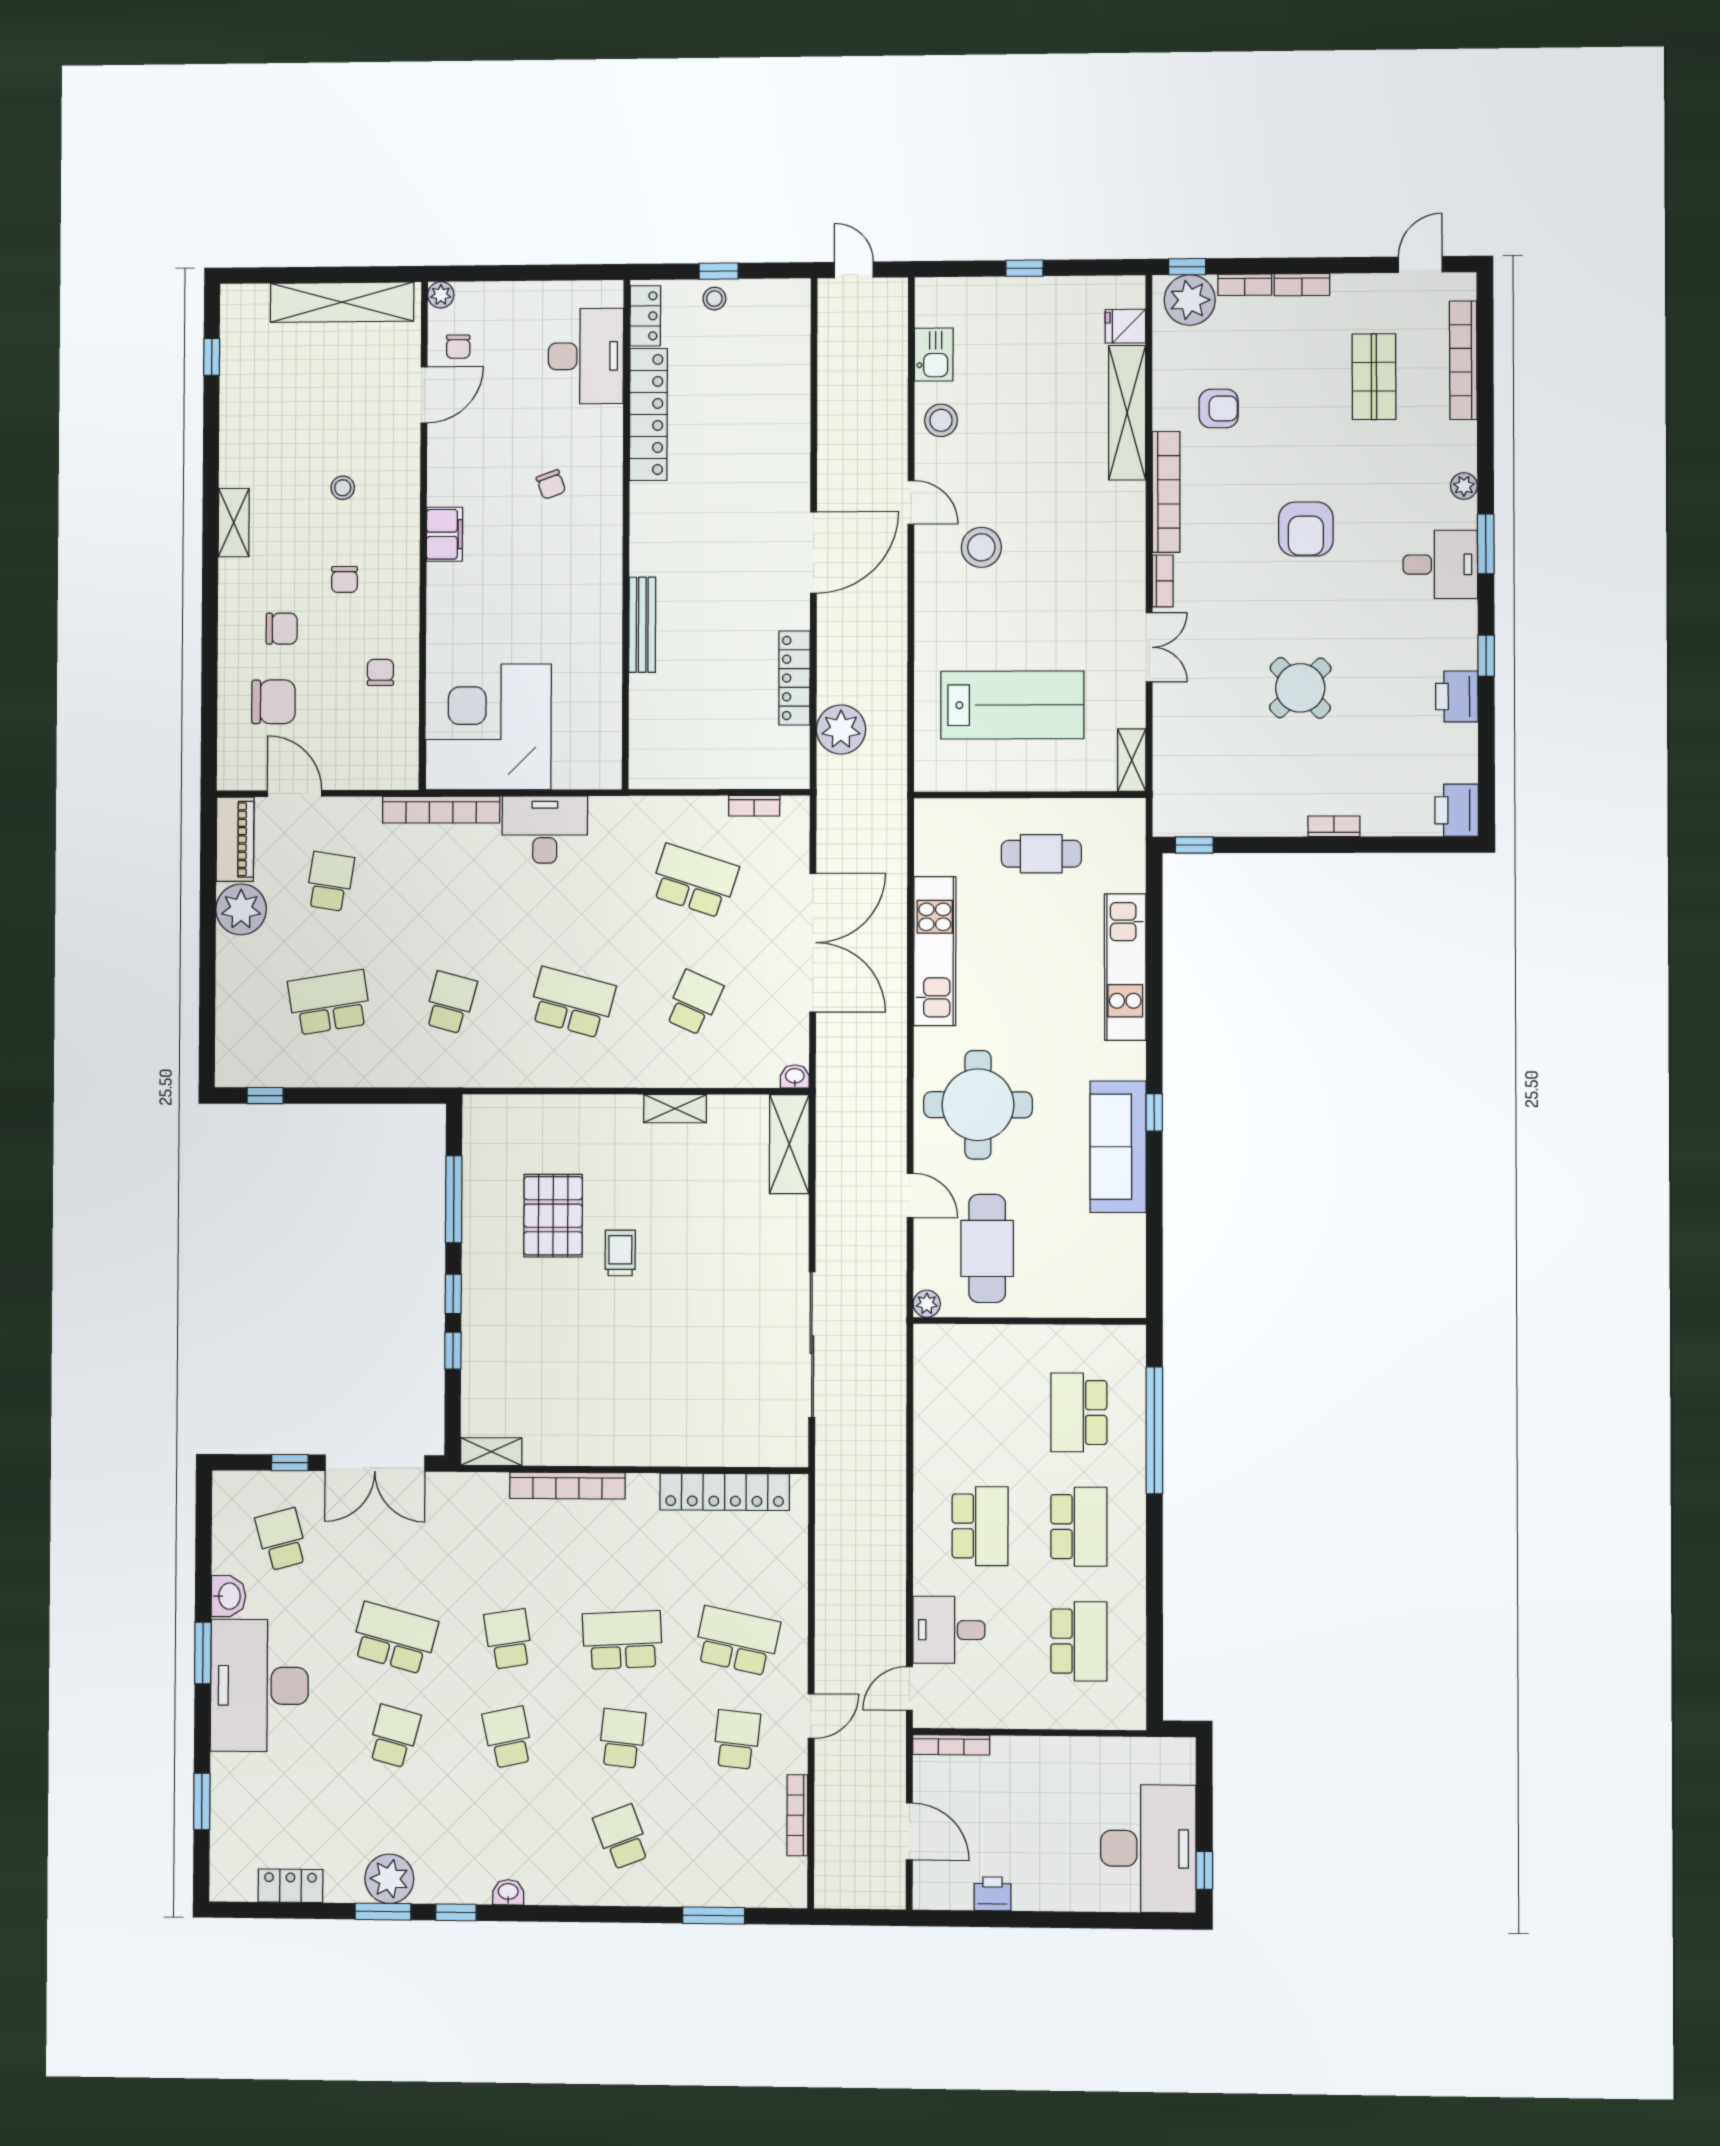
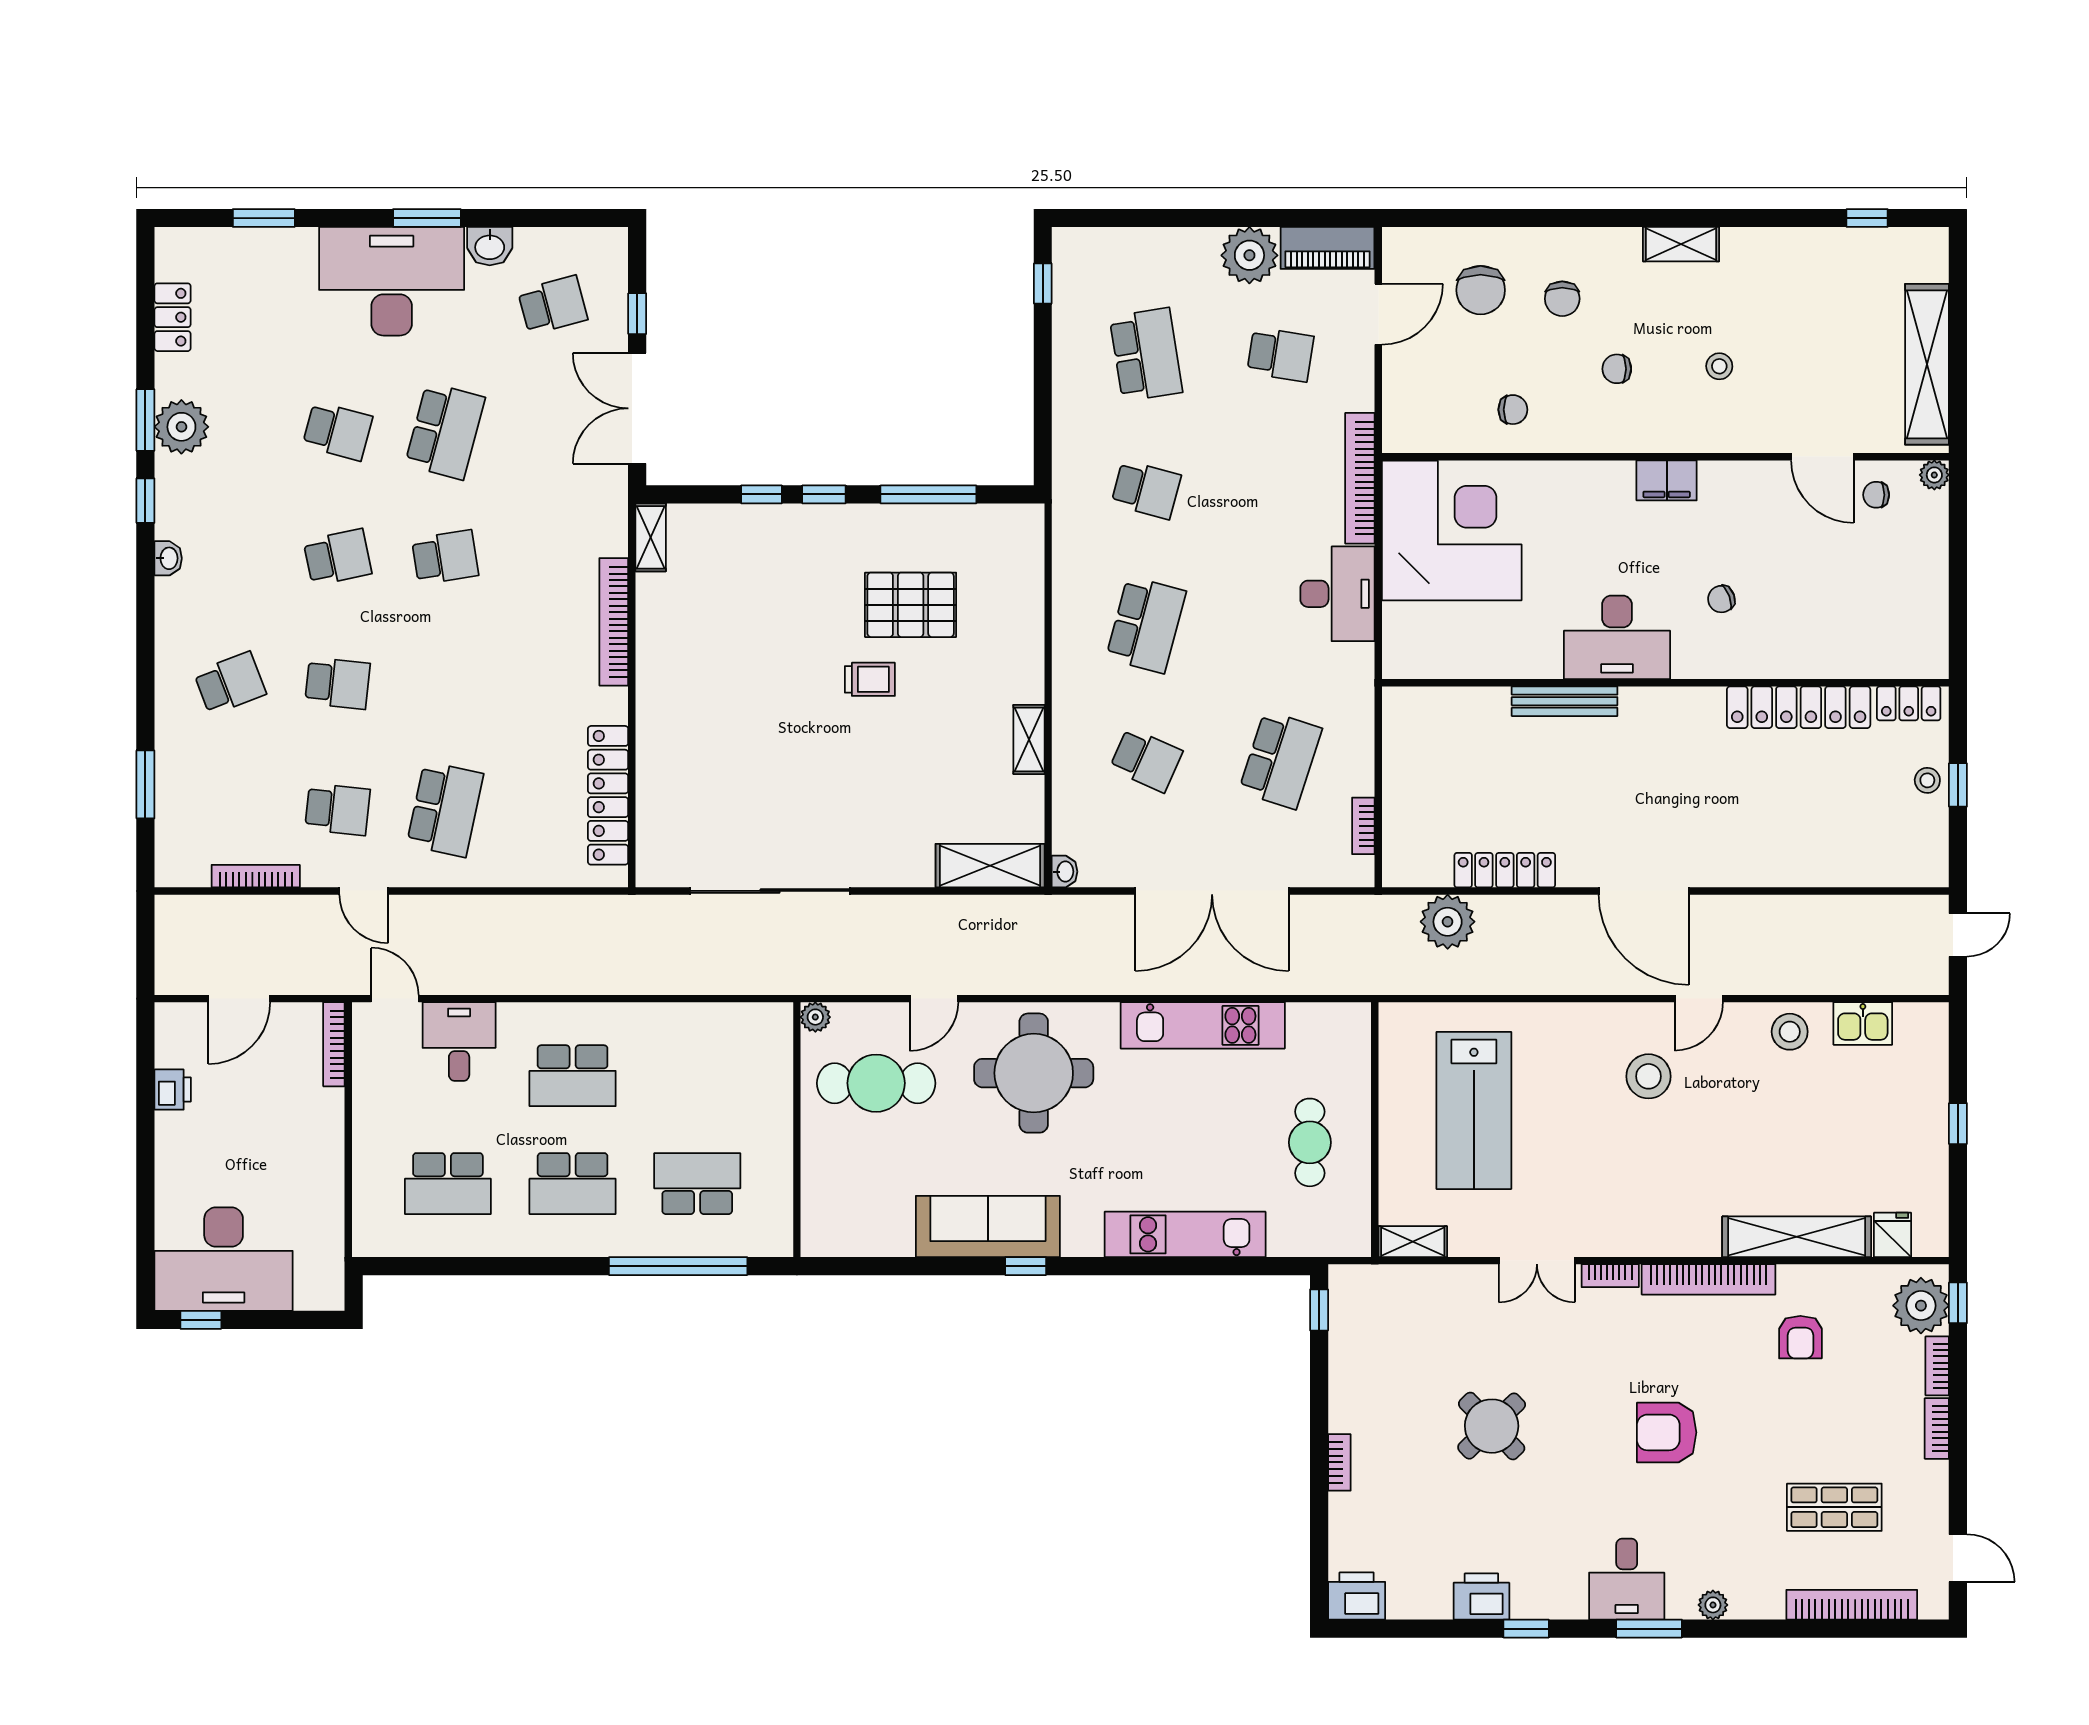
desk: (586, 356) -> (1617, 637), moved
school desk: (622, 1640) -> (445, 683), removed

